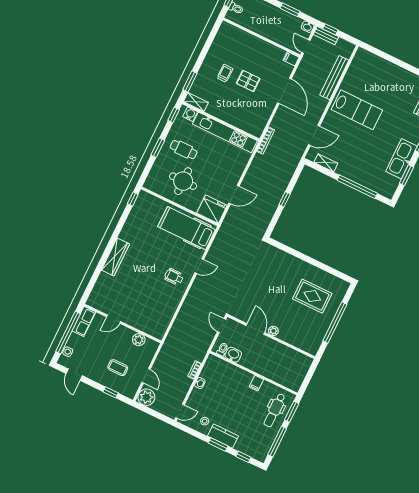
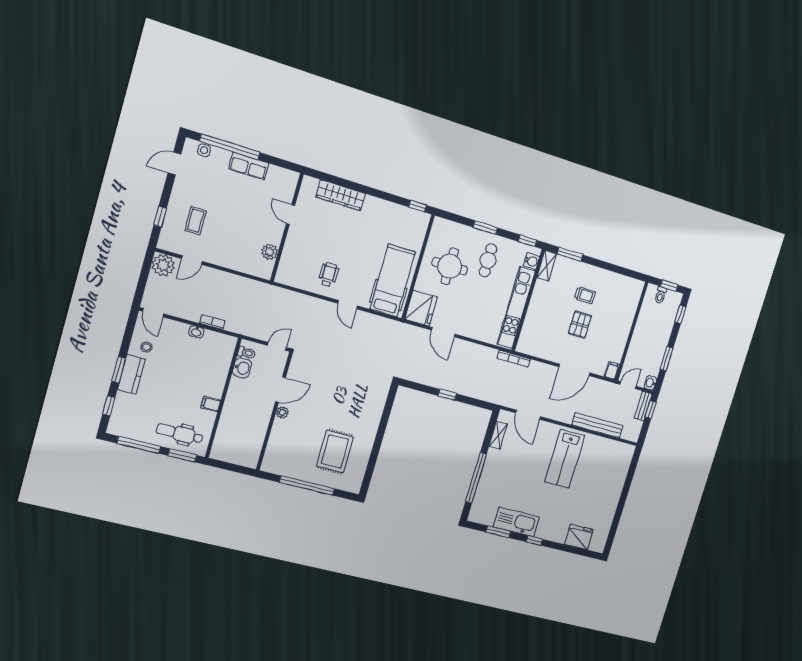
door: (113, 319) -> (290, 215), moved
wall: (123, 323) -> (287, 228), moved
plant: (139, 340) -> (270, 252), moved

